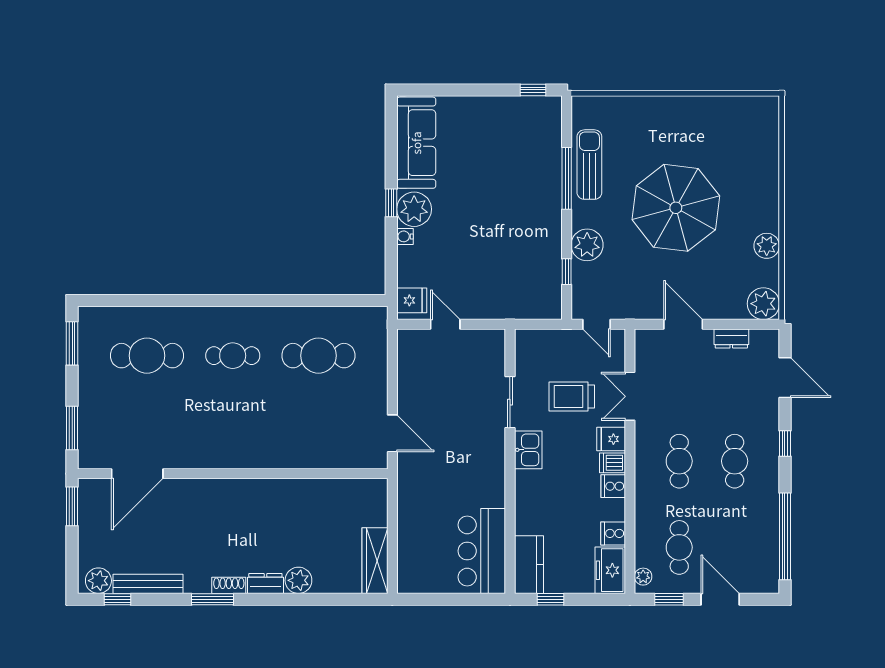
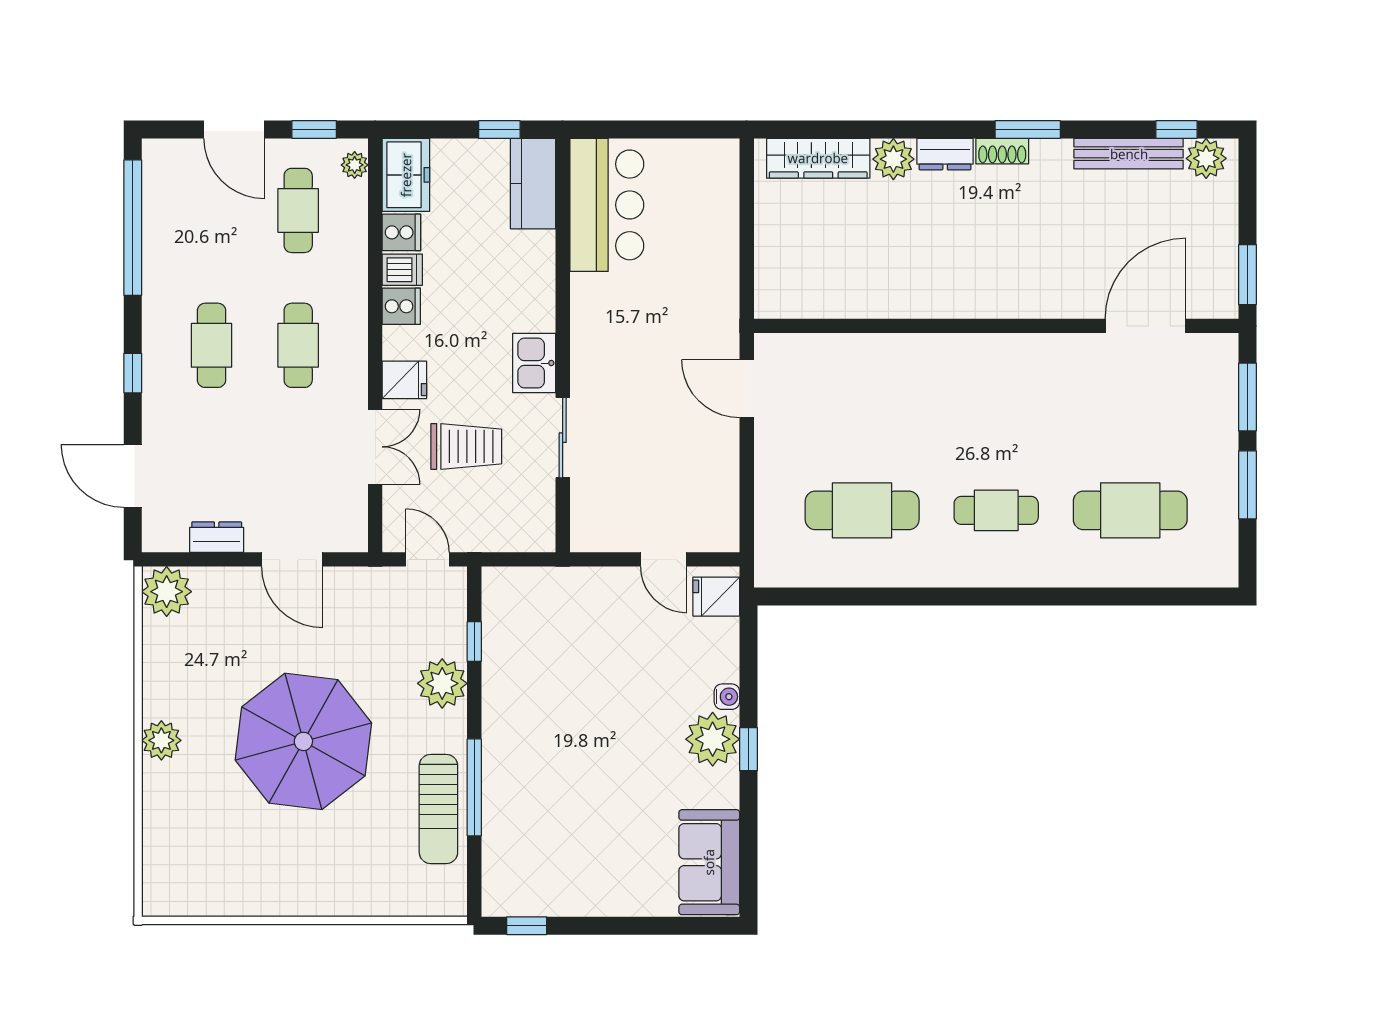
sofa: (416, 143) -> (709, 862), width x0.73
plant: (767, 246) -> (161, 740), moved
window: (72, 343) -> (1247, 485), moved
dishwasher: (613, 463) -> (402, 270), moved
wardrobe: (375, 561) -> (818, 158), moved, turned 90

